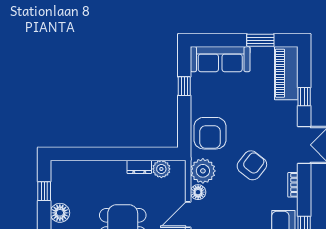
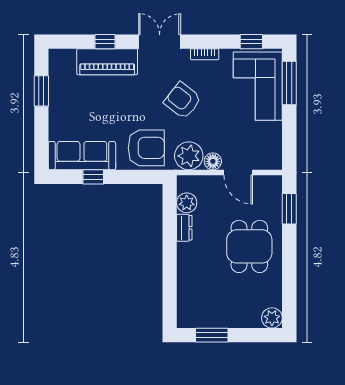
sofa: (220, 59) -> (82, 156), moved, turned -90
piano: (286, 73) -> (107, 62), moved
window: (44, 191) -> (212, 335), width x1.50
floor lamp: (60, 213) -> (236, 317), removed

